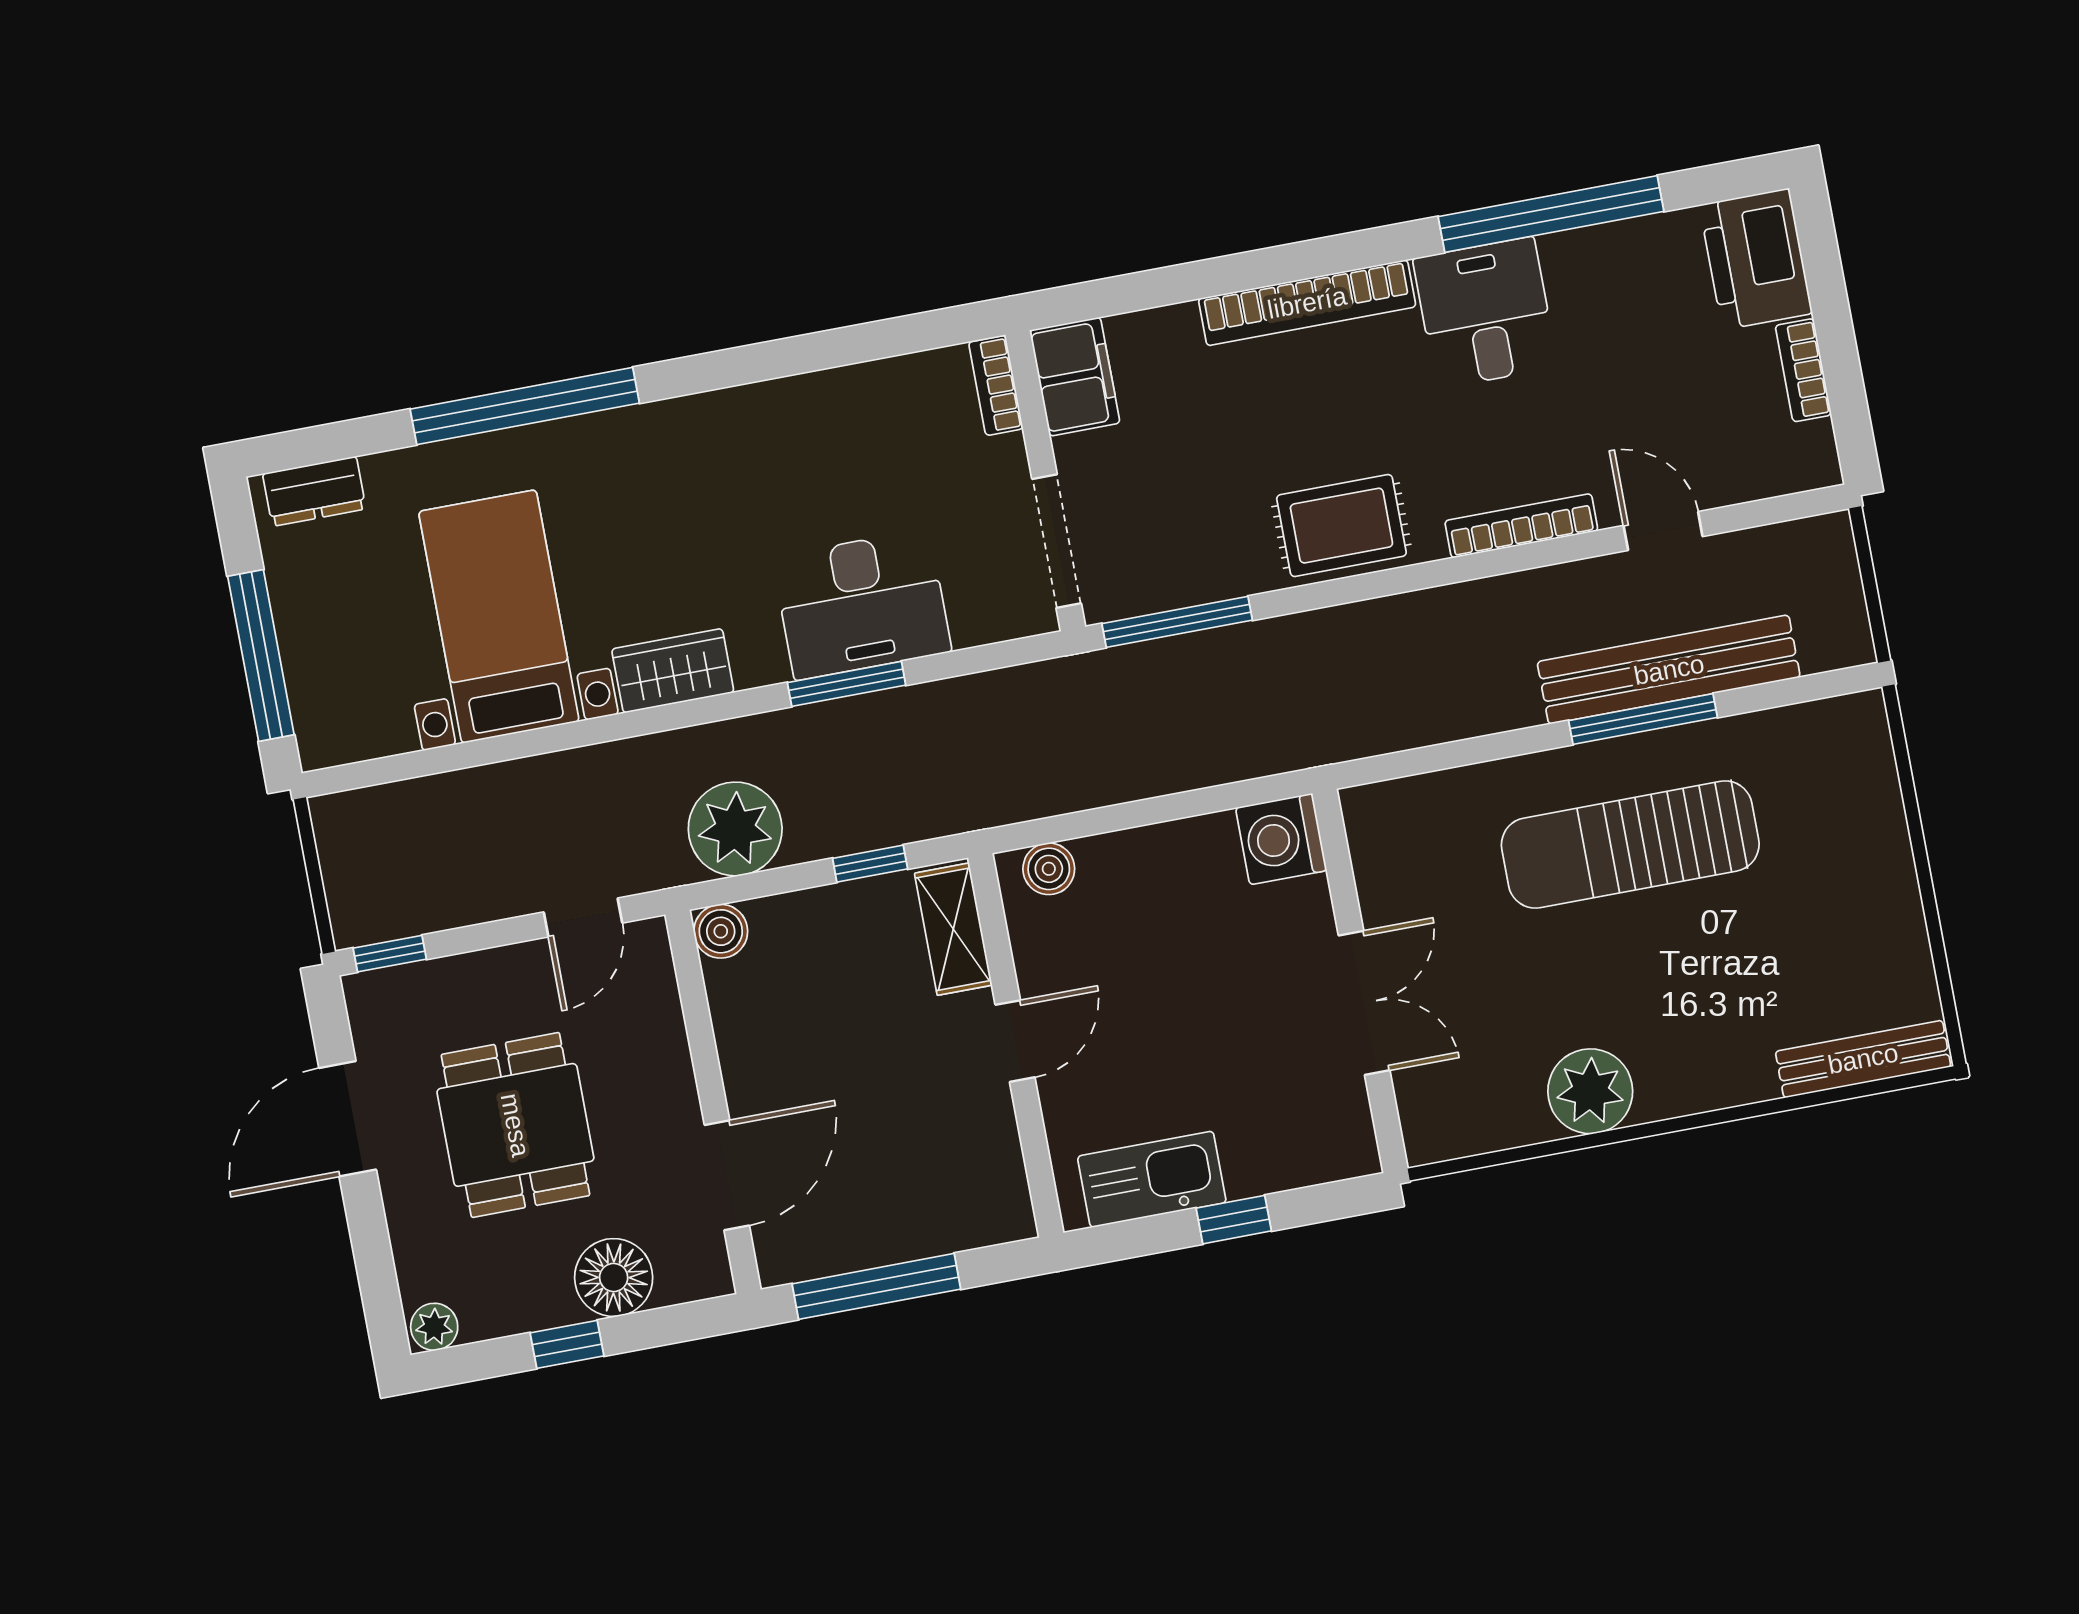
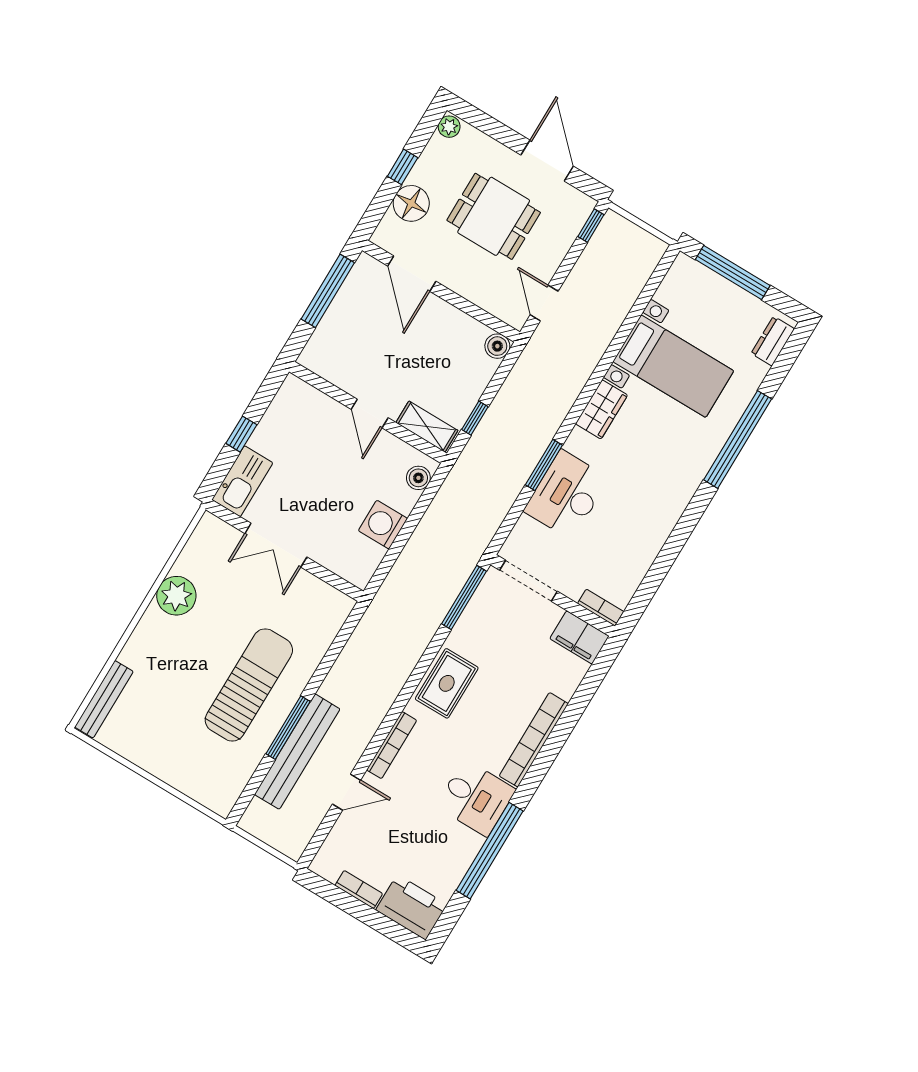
plant: (735, 829) -> (528, 382), removed
washing machine: (1281, 839) -> (383, 525), moved, turned -90
kitchen sink: (1152, 1179) -> (242, 481), moved

